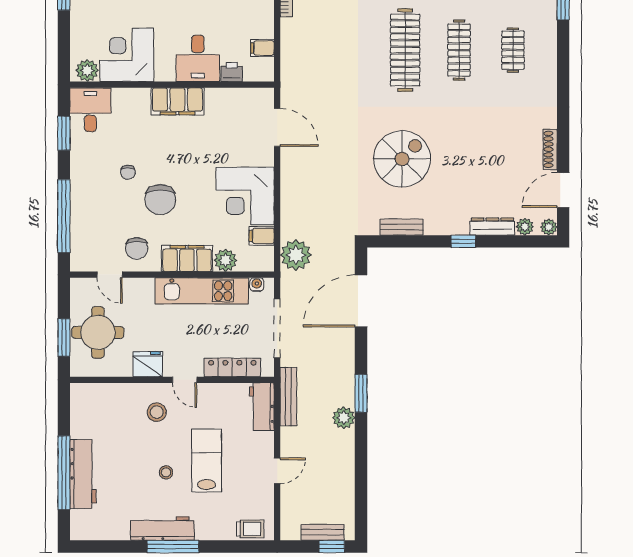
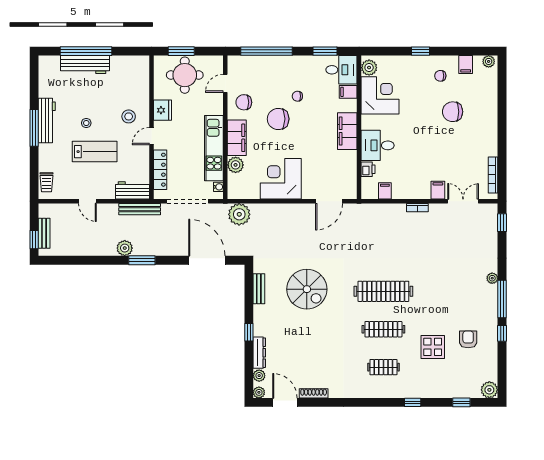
filing cabinet: (262, 236) -> (348, 92), moved, turned -90

